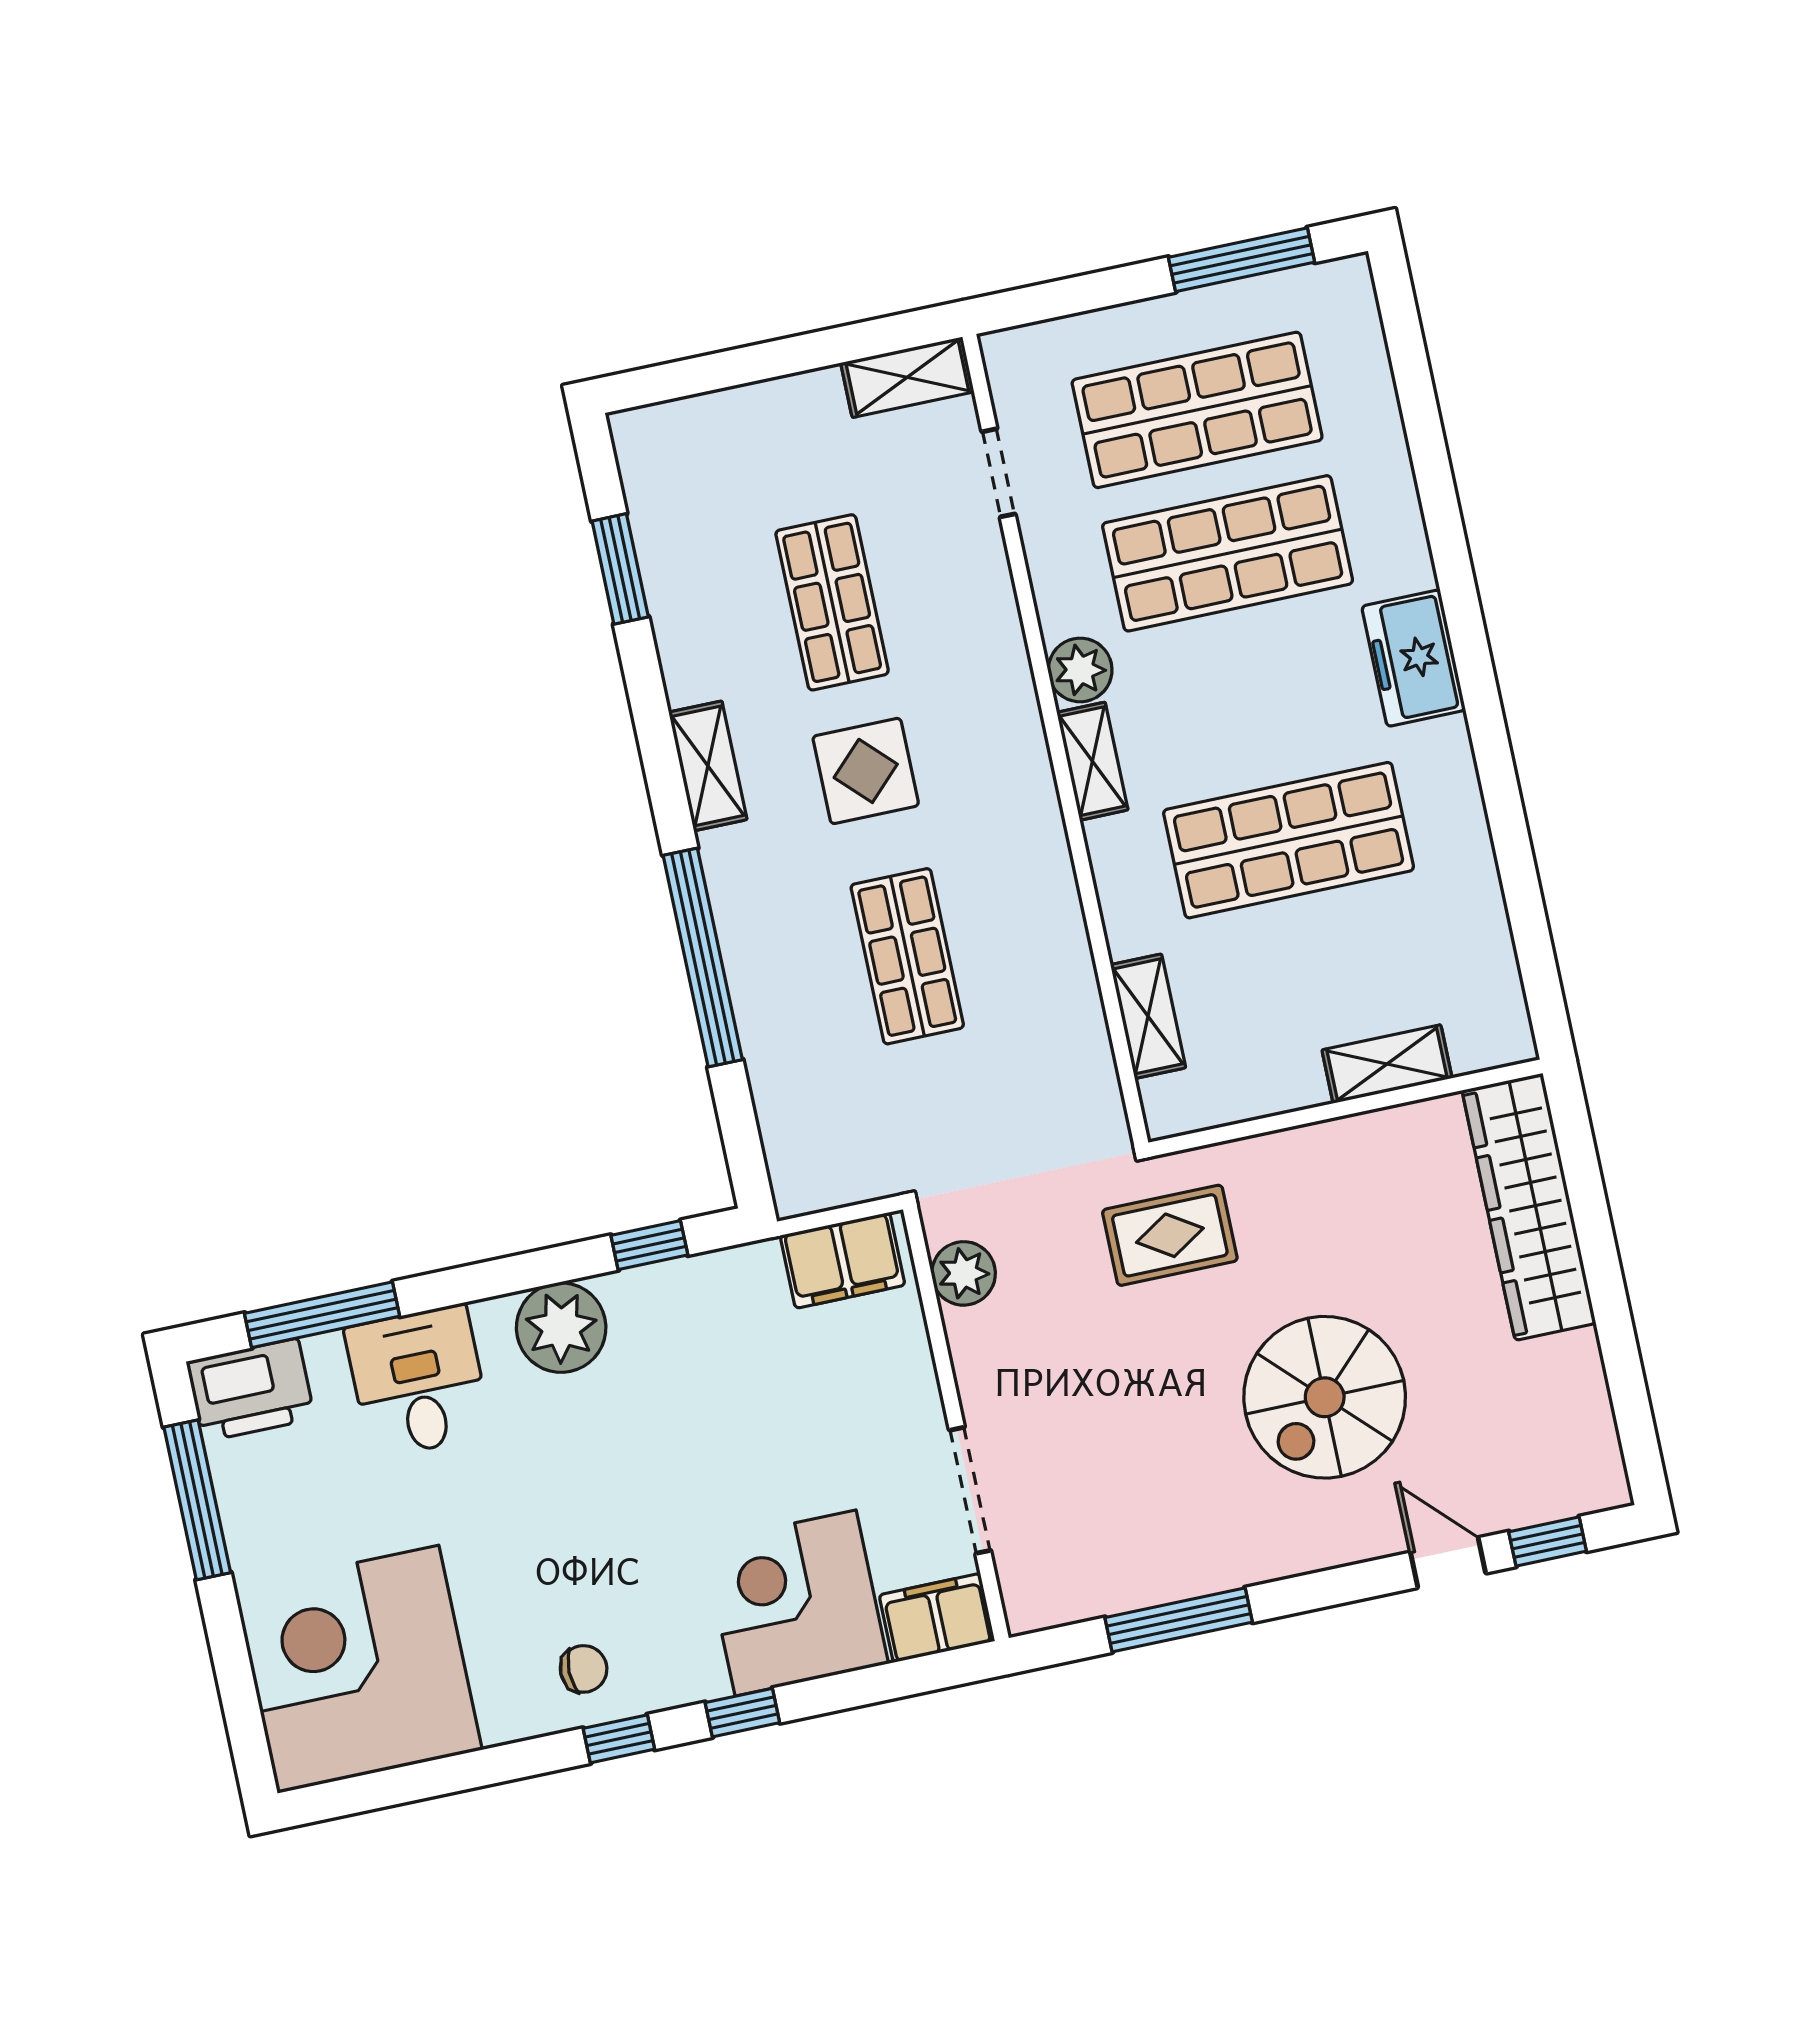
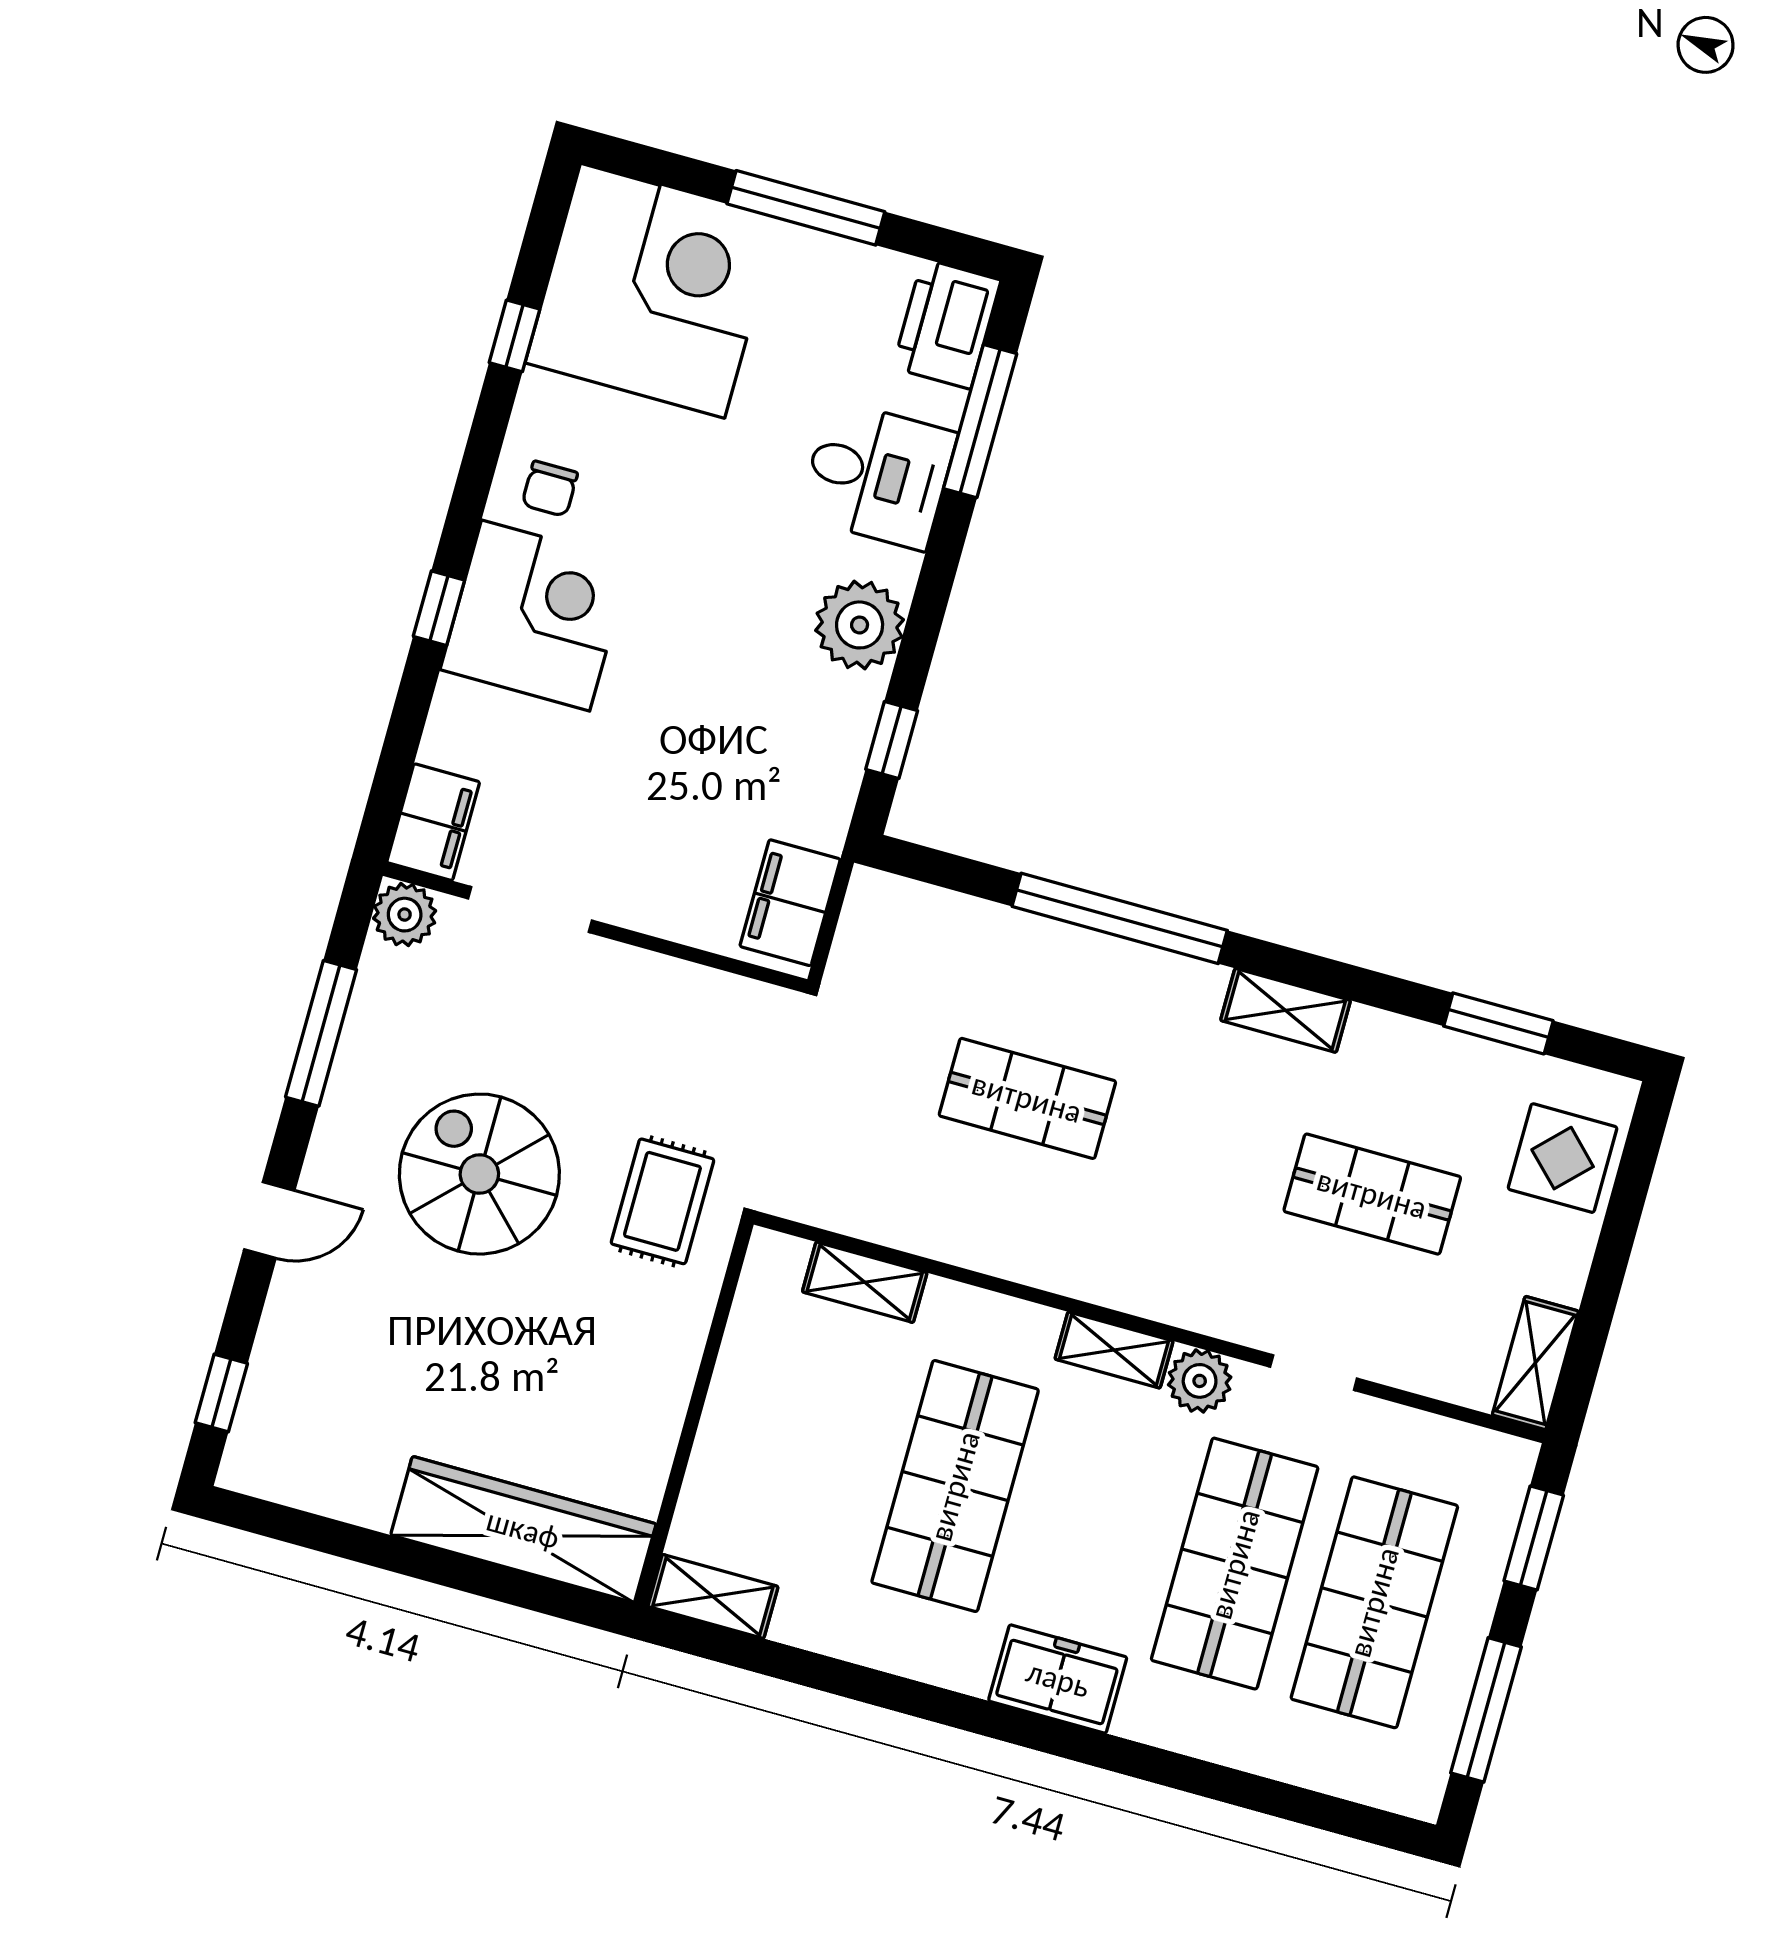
window: (1065, 297) -> (1534, 1538), added
doorway: (999, 473) -> (1314, 1373), moved
display table: (866, 771) -> (1563, 1158), moved
shelving: (1387, 1064) -> (713, 1596), moved, turned 90
plant: (964, 1273) -> (405, 915), moved
spiral stairs: (1325, 1397) -> (479, 1174), moved
window: (197, 1500) -> (806, 208), moved
door: (1448, 1563) -> (269, 1220), moved
corner desk: (796, 1603) -> (536, 616), moved
window: (619, 1739) -> (514, 336), moved

